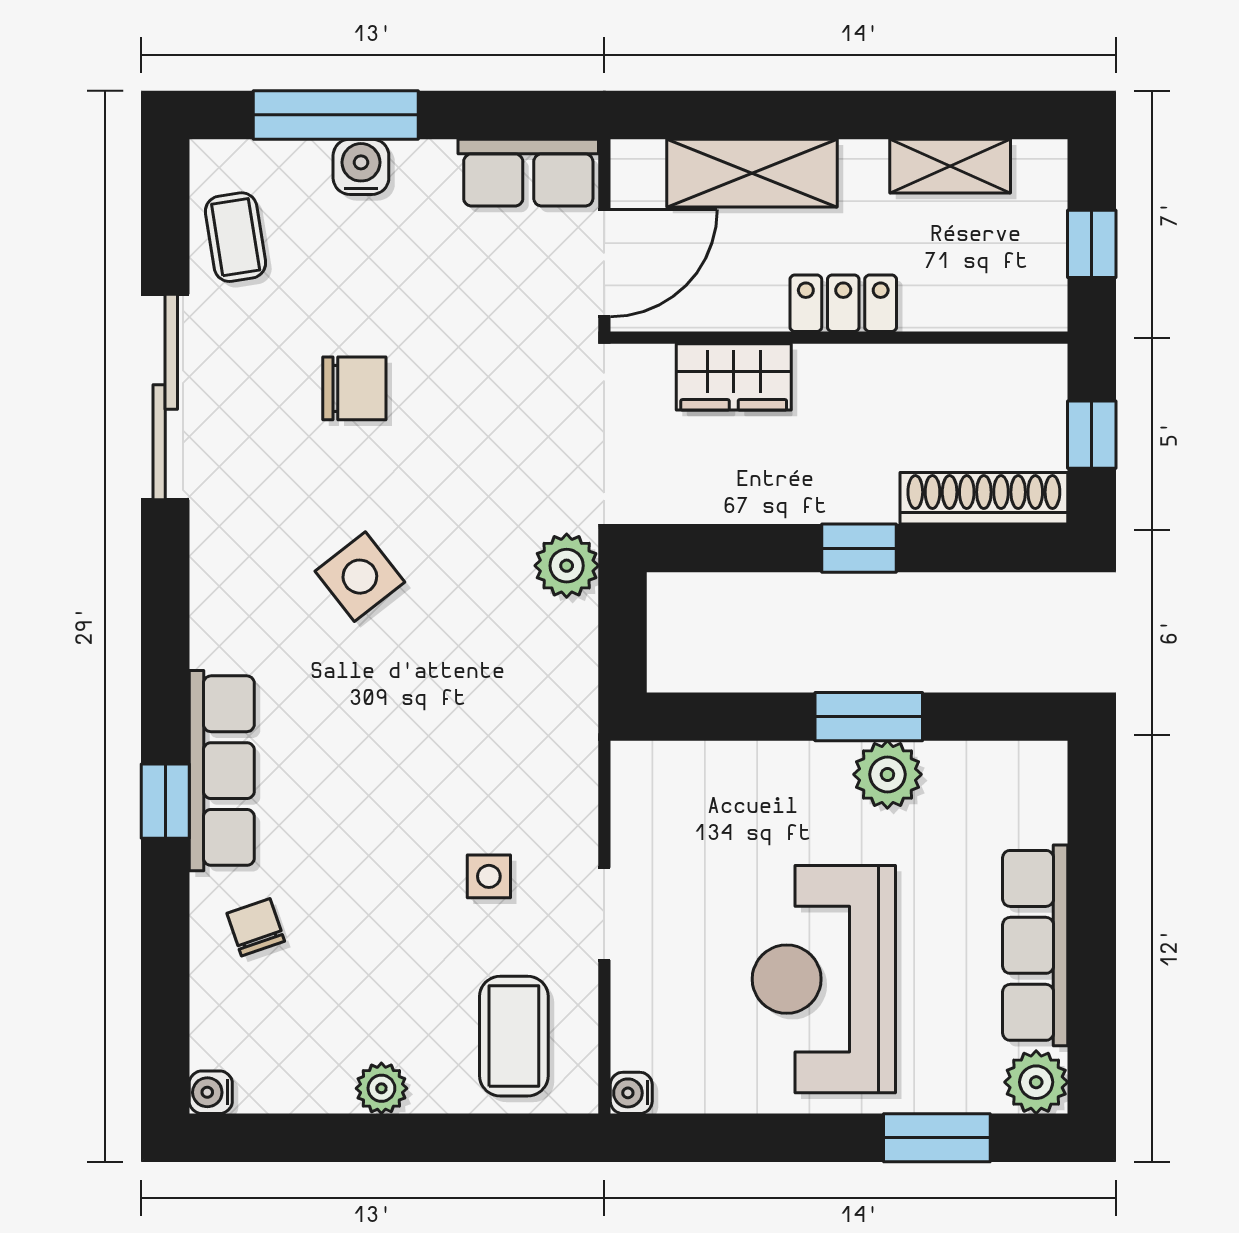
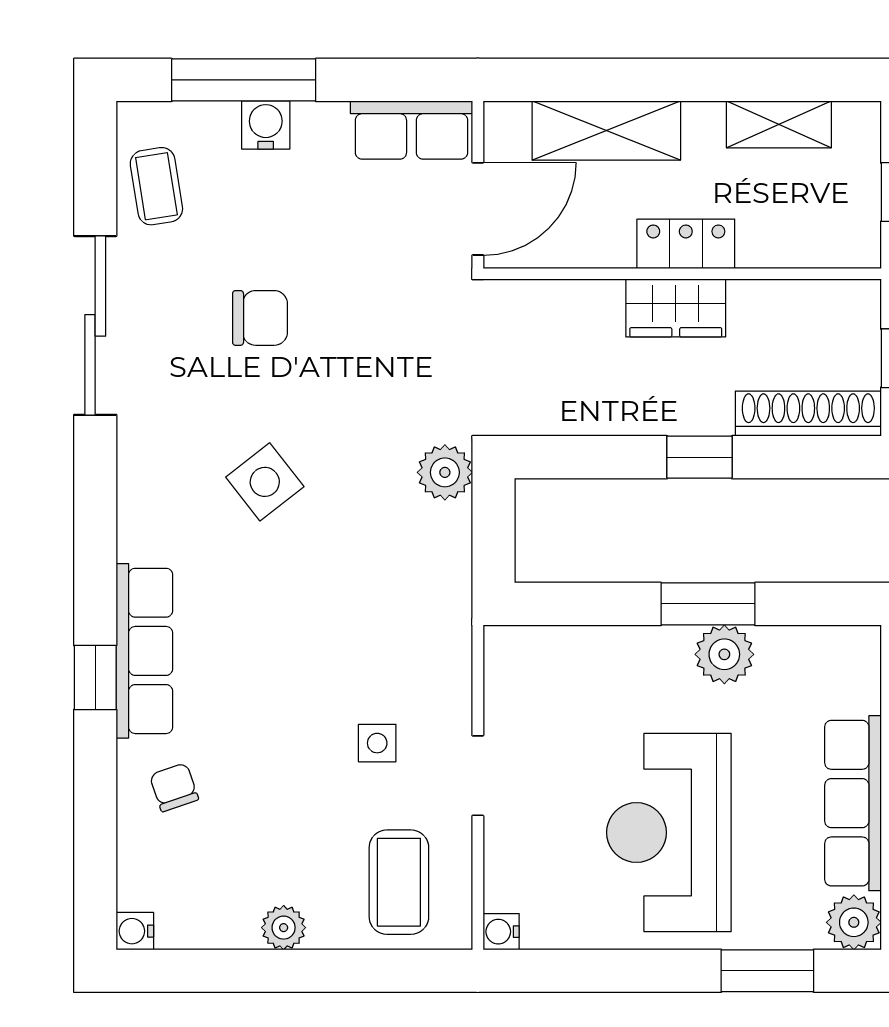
wardrobe: (734, 377) -> (676, 308), moved

